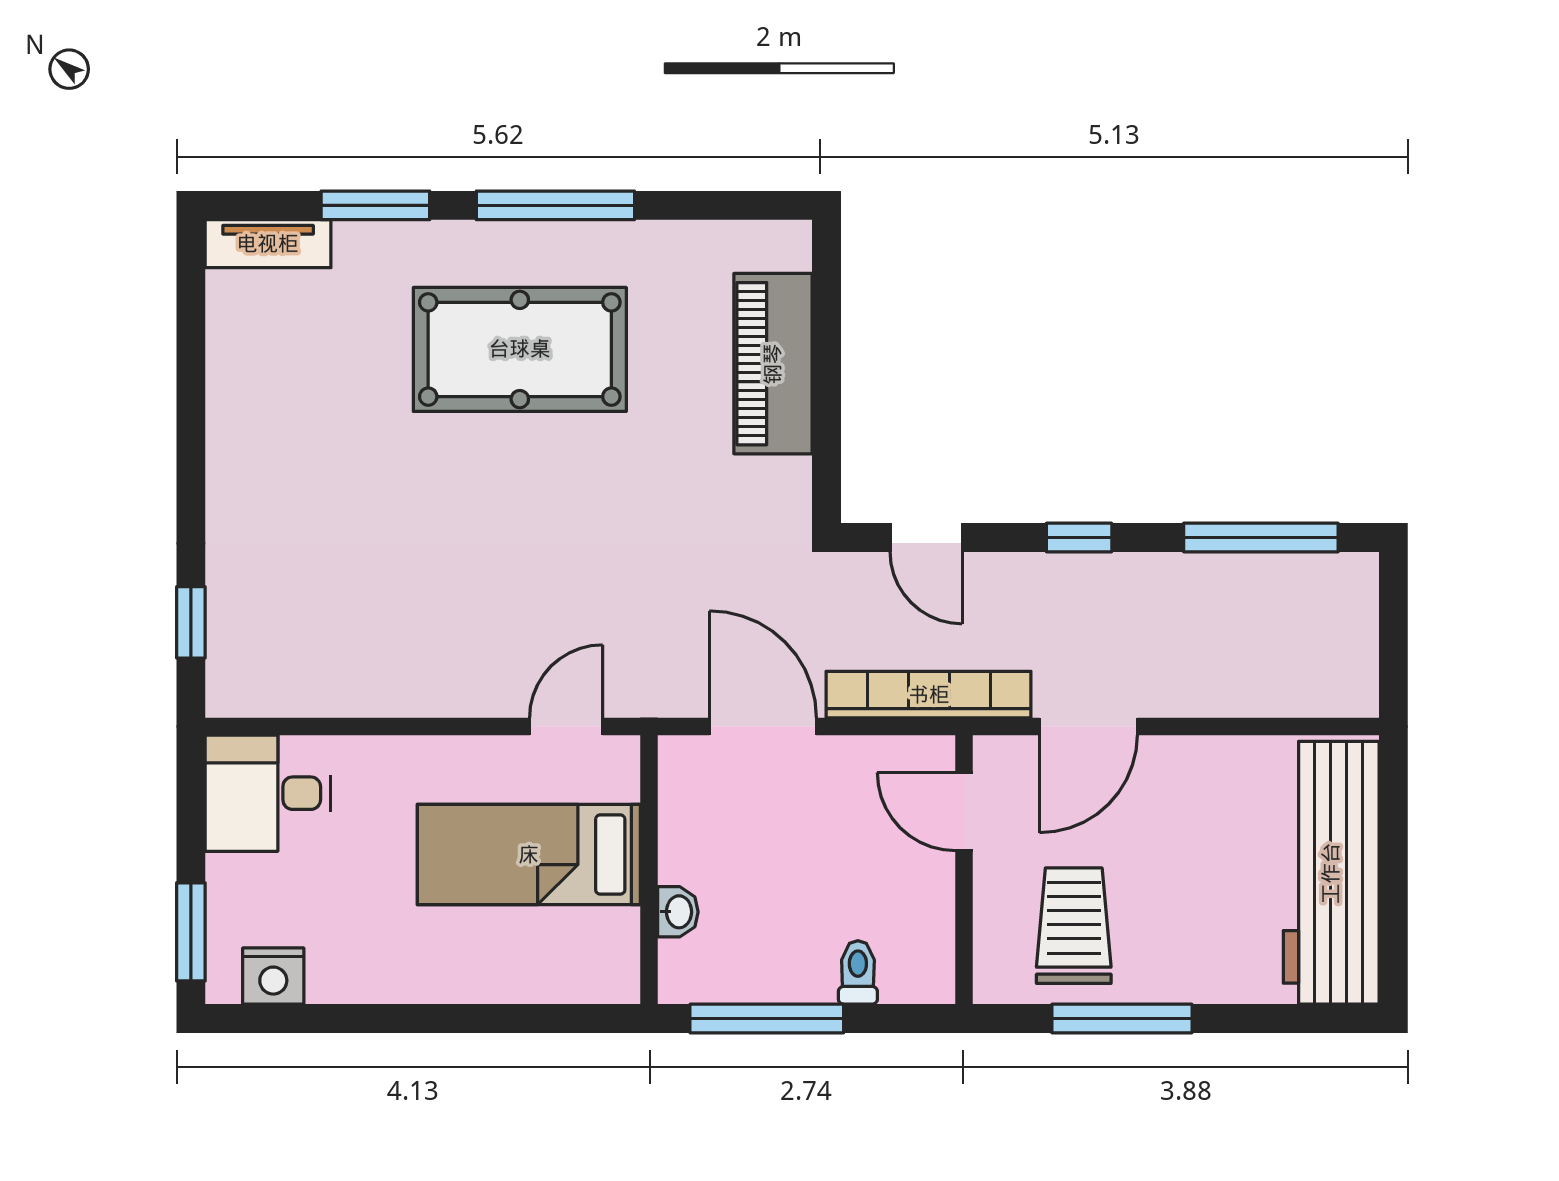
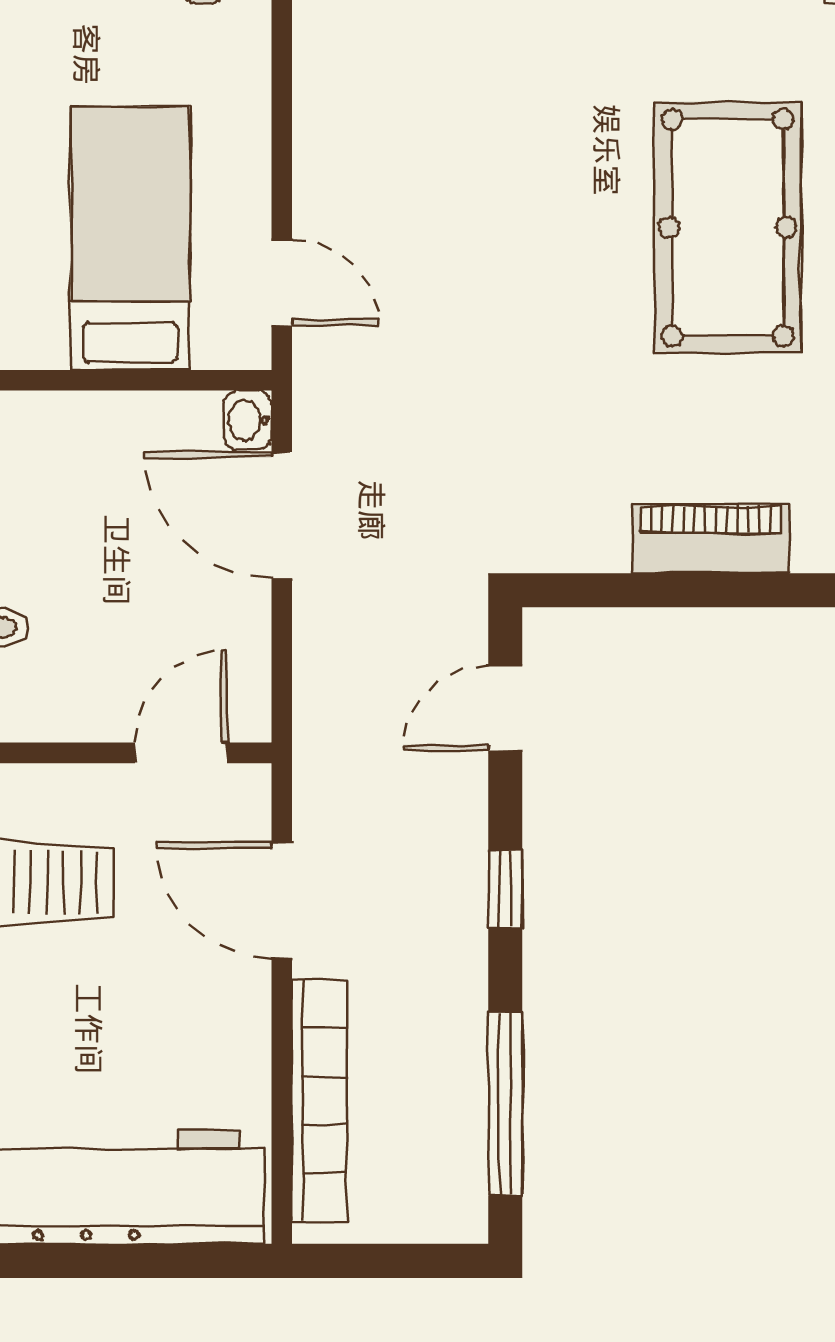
piano: (773, 364) -> (711, 538), width x0.73, depth x0.75
bookcase: (929, 695) -> (319, 1101), moved
door: (763, 726) -> (282, 515), swing flipped
washbasin: (678, 912) -> (248, 420), moved, turned 90

